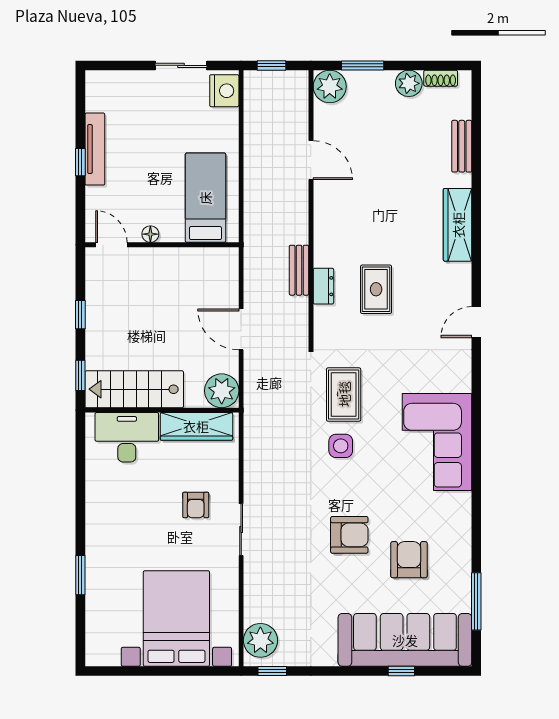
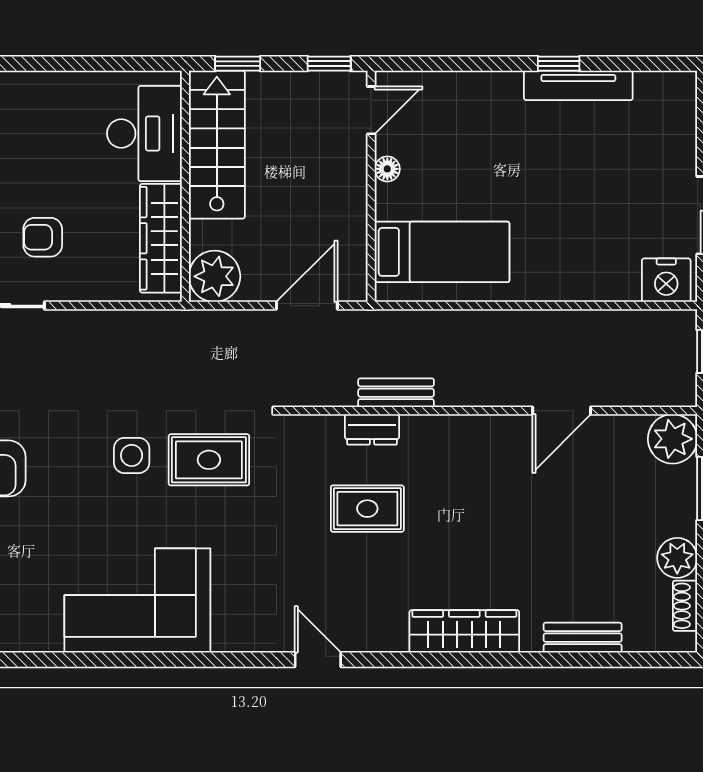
bed: (205, 198) -> (442, 252), moved
floor lamp: (150, 234) -> (387, 169), moved
door: (111, 245) -> (371, 110), moved
wall: (162, 245) -> (371, 186), moved

